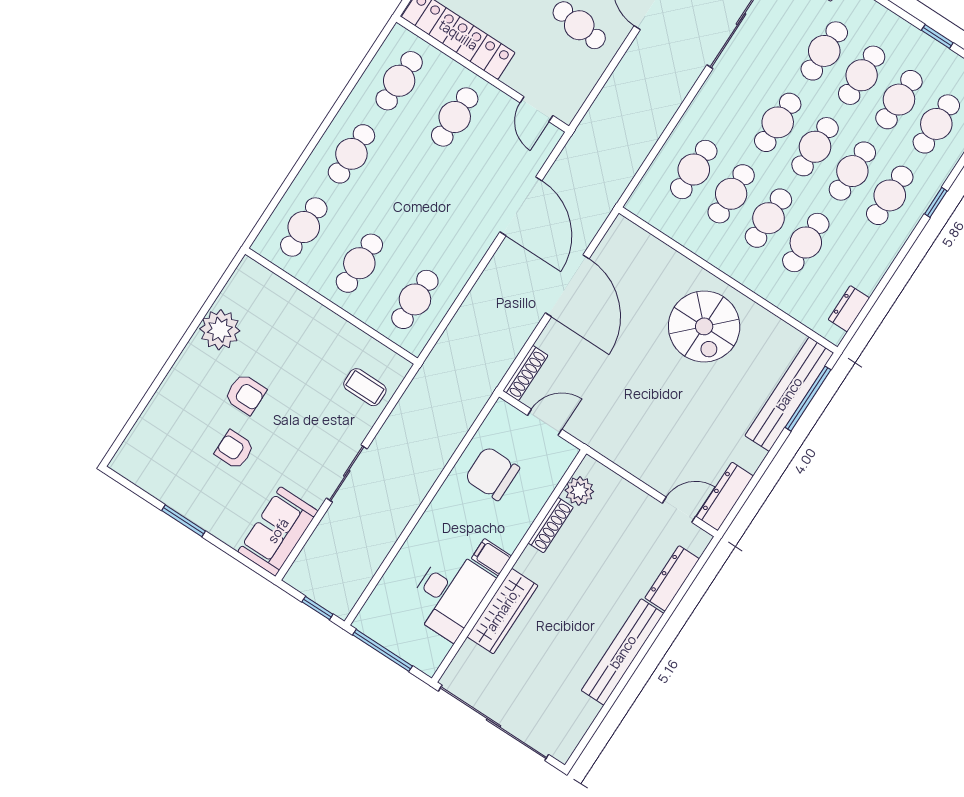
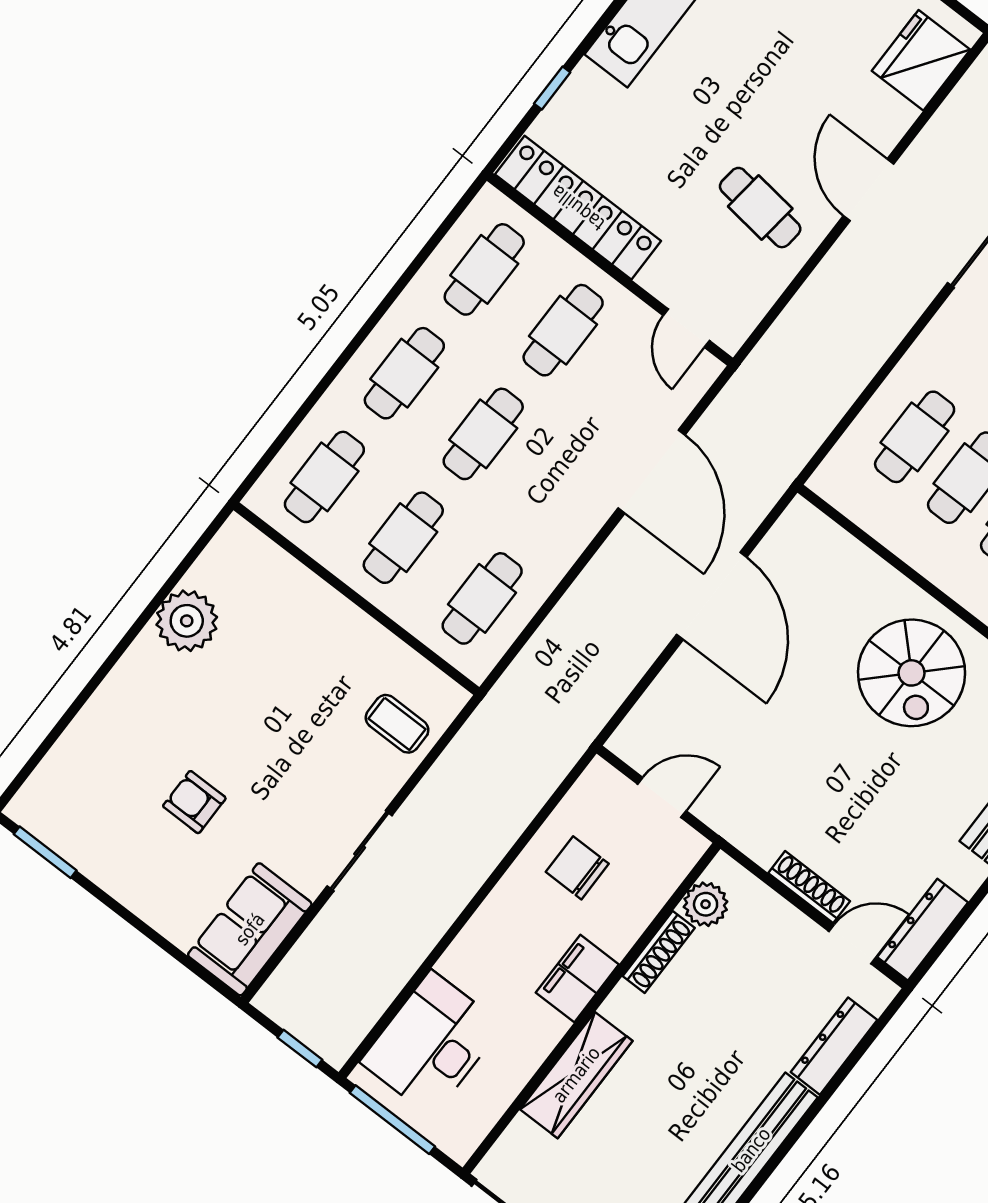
cafe table: (407, 190) -> (483, 434), added
shoe rack: (525, 373) -> (809, 887), moved, turned -90
armchair: (245, 394) -> (217, 720), removed
chair: (492, 473) -> (577, 868), width x0.73, depth x0.73
window: (183, 521) -> (45, 852), moved
filing cabinet: (491, 557) -> (577, 979), width x2.00
desk: (450, 594) -> (432, 1044), moved, turned 180

